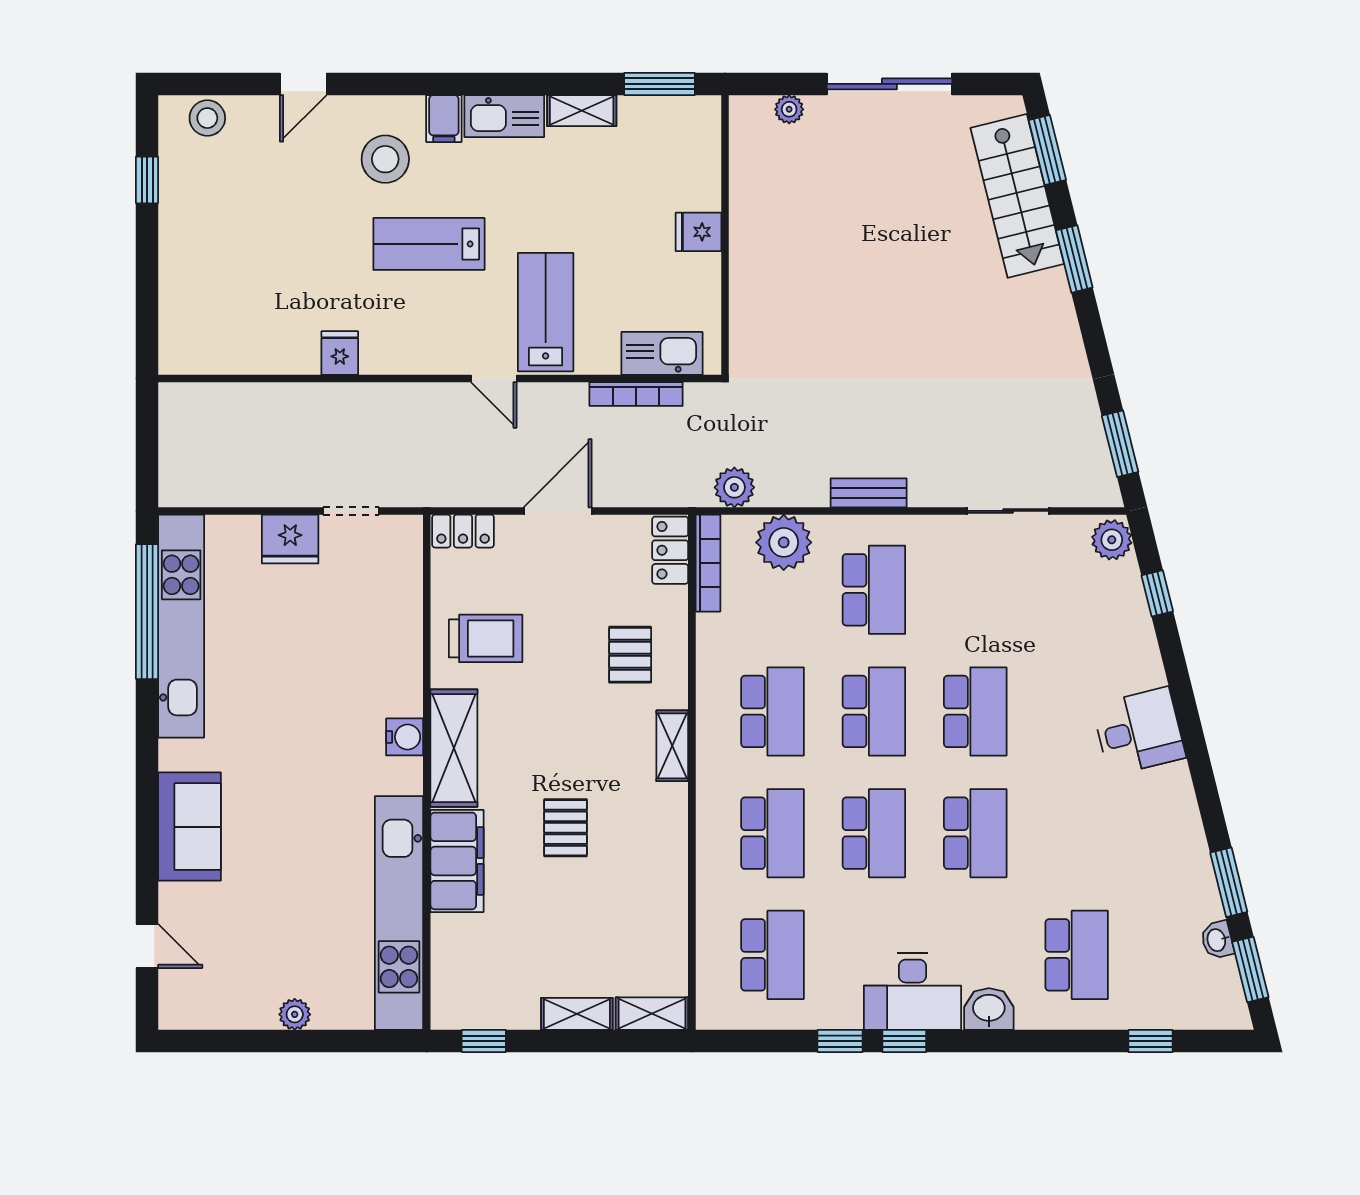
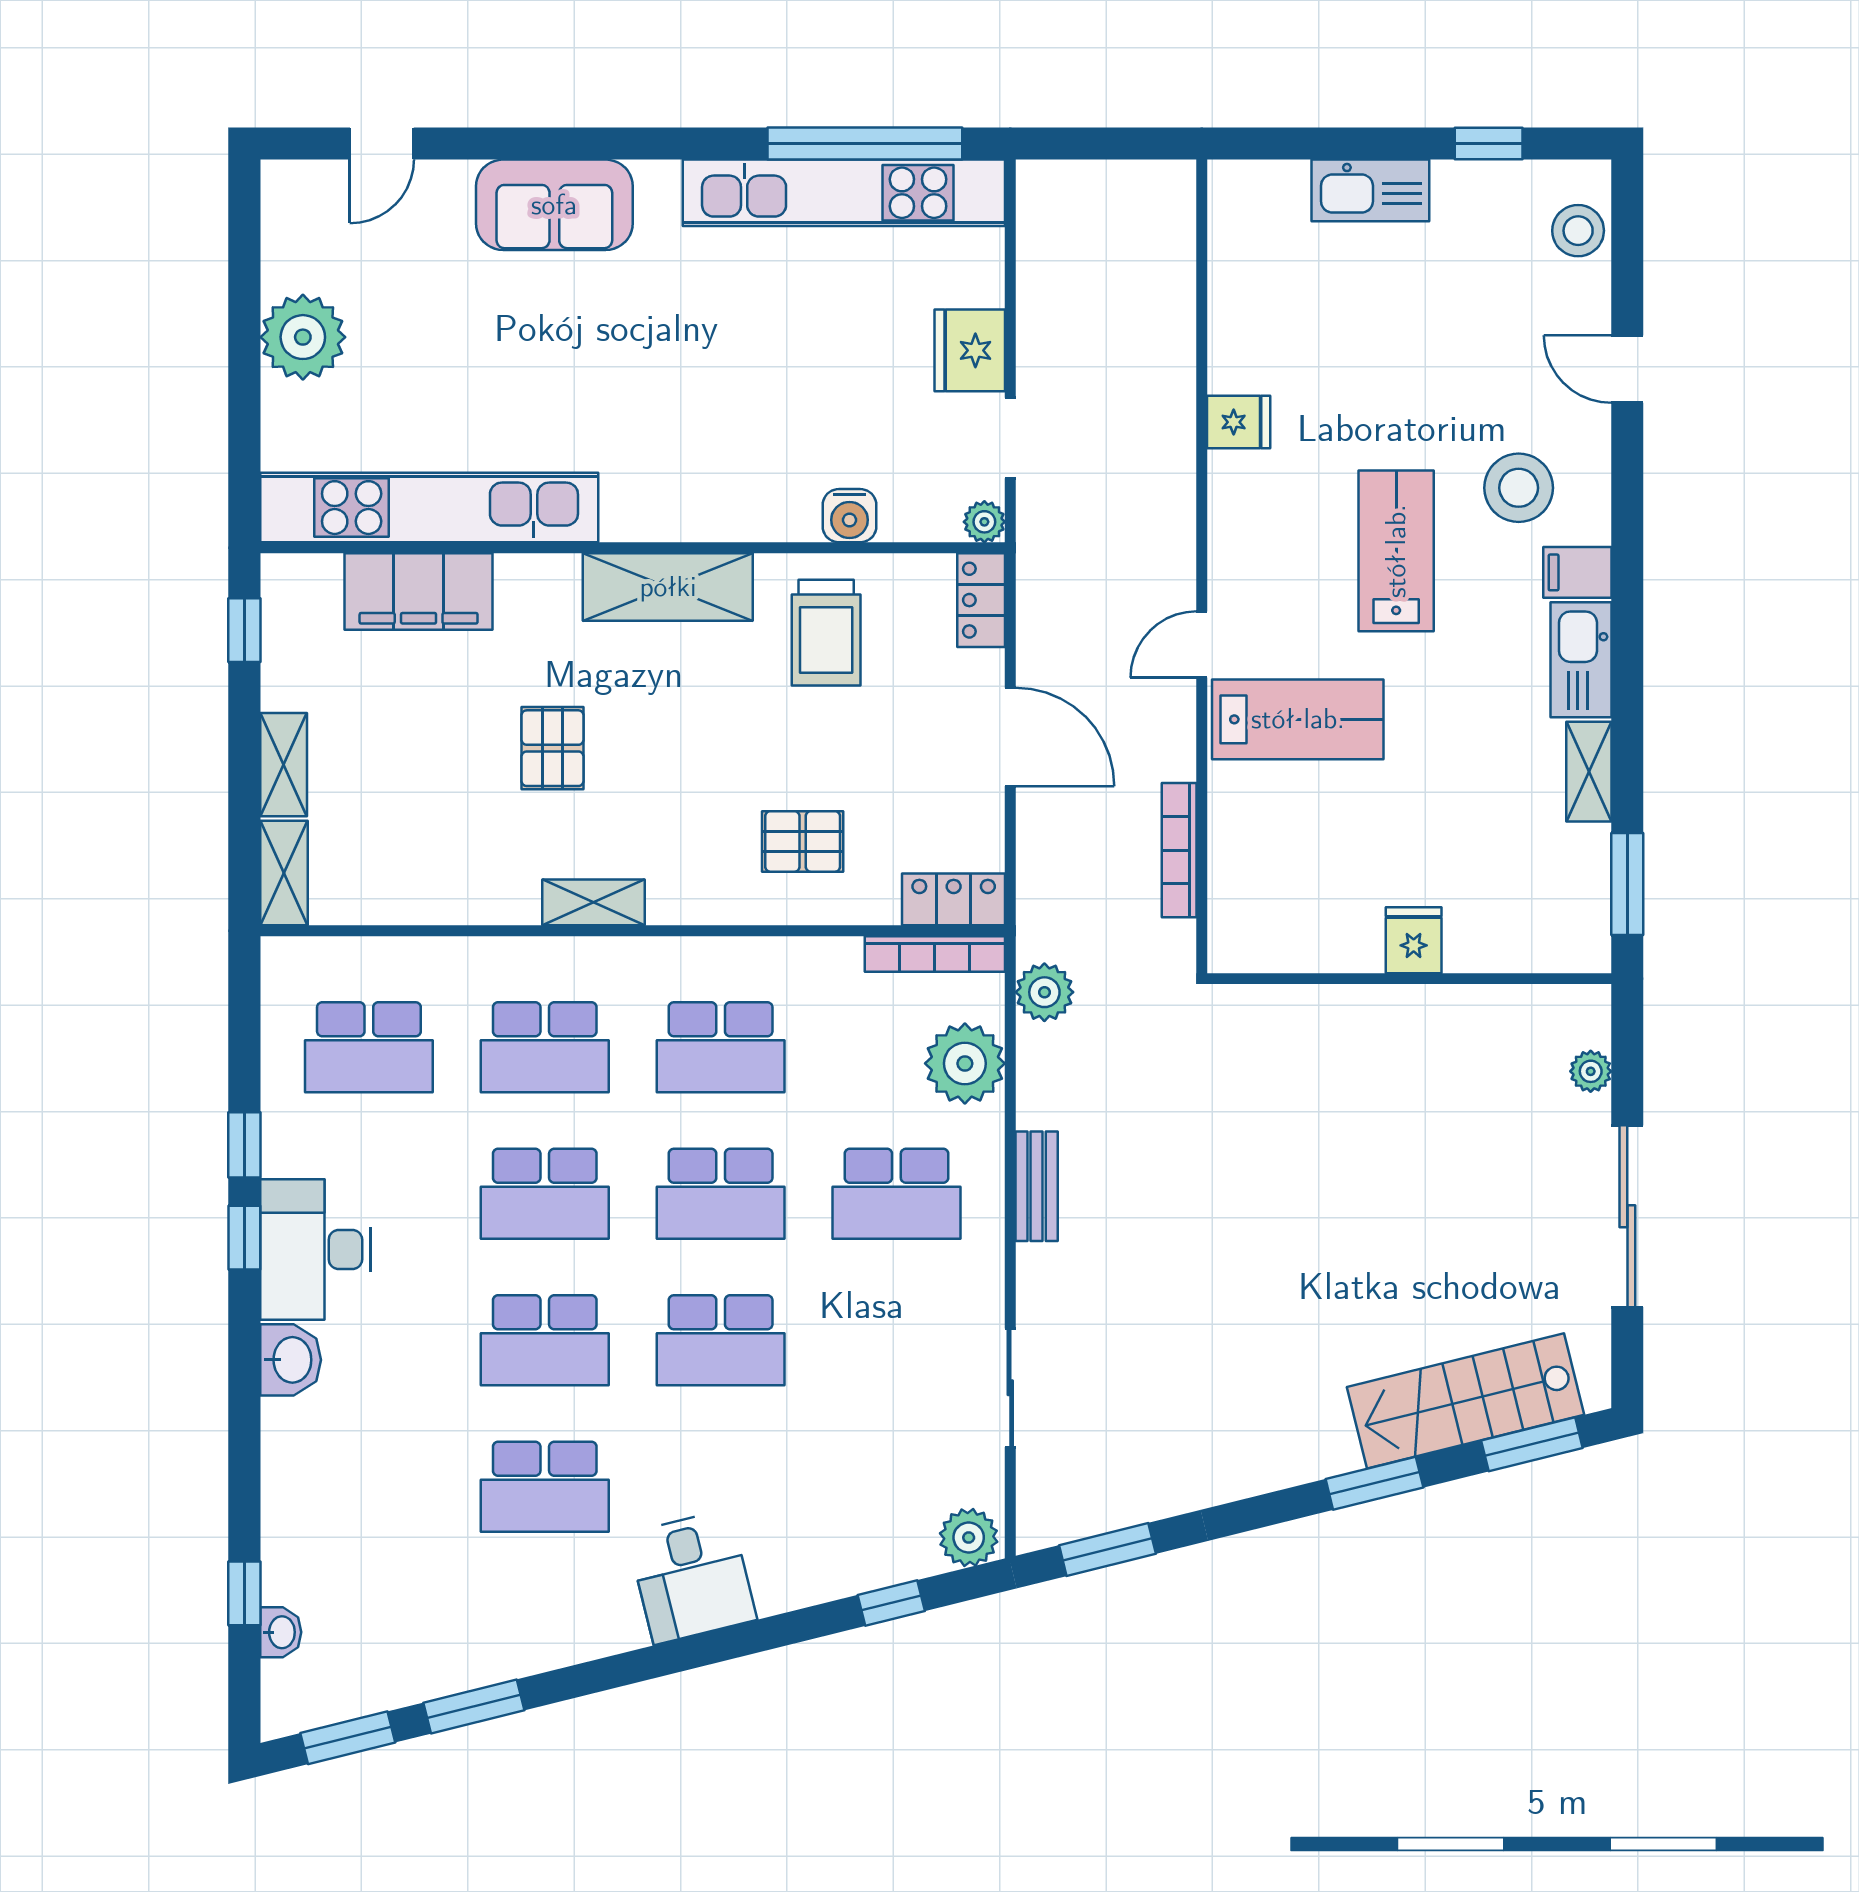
kitchen sink: (662, 353) -> (1370, 190), moved, turned 90
plant: (409, 529) -> (984, 522), added
water cooler: (405, 737) -> (850, 516), moved
shelving: (672, 746) -> (594, 902), moved
pallet: (565, 828) -> (553, 748), turned 90
filing cabinet: (457, 861) -> (419, 591), moved
washbasin: (1217, 940) -> (281, 1632), moved, turned 104
school desk: (1077, 955) -> (545, 1487), moved
plant: (295, 1014) -> (303, 337), width x1.88, depth x1.88

